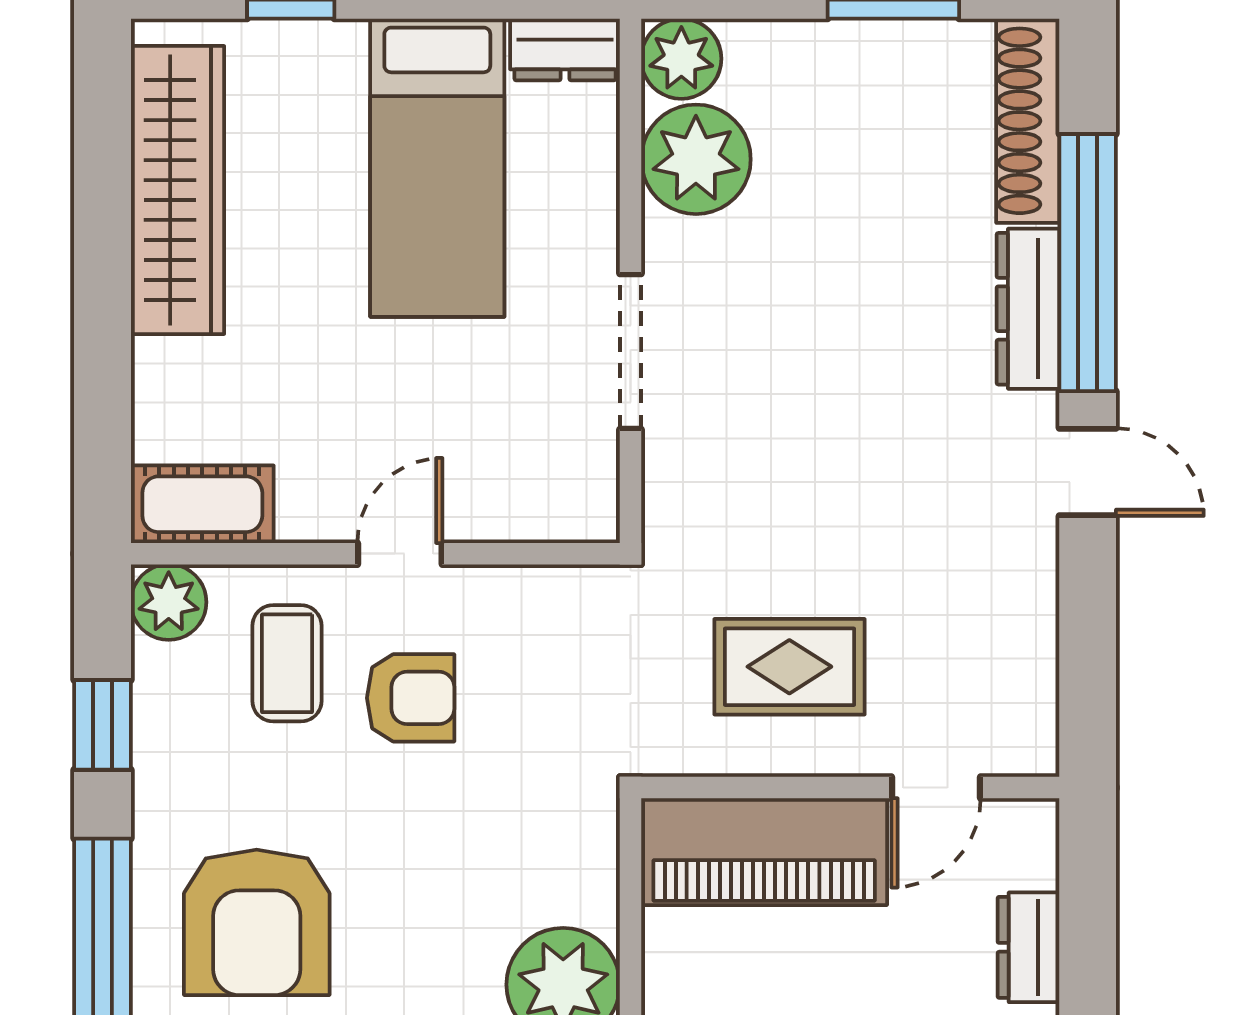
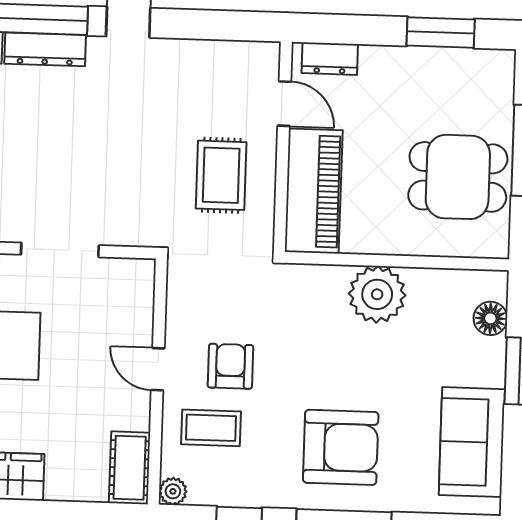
plant: (169, 602) -> (173, 491), width x0.73, depth x0.73
dresser: (1028, 947) -> (330, 59), moved

